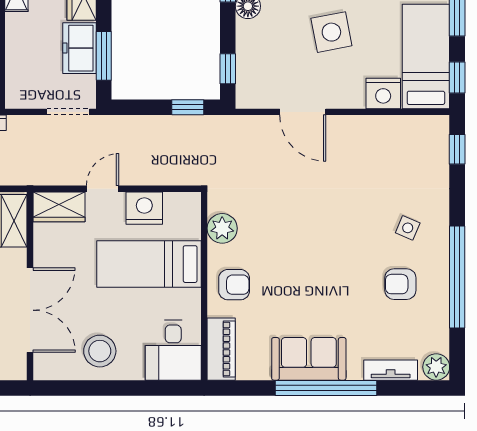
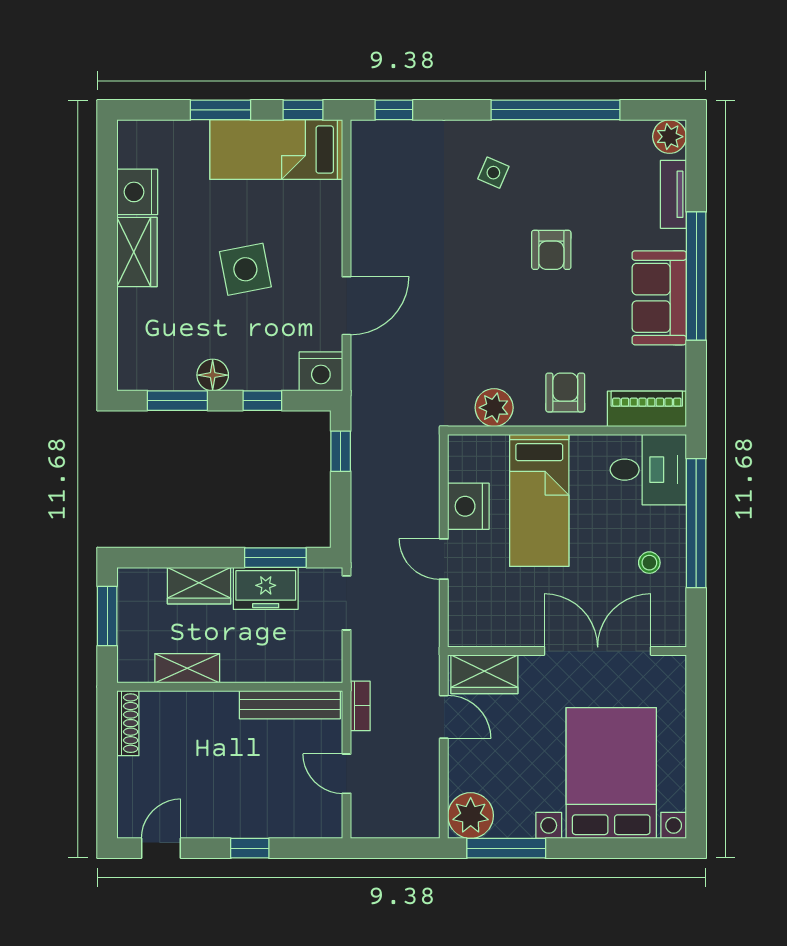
window: (228, 69) -> (262, 401), moved
nightstand: (383, 93) -> (321, 371), moved, turned 90
wardrobe: (59, 207) -> (467, 614), removed
armchair: (400, 284) -> (551, 250), moved
stool: (100, 351) -> (649, 563), width x0.53, depth x0.53
window: (131, 388) -> (696, 523), added

